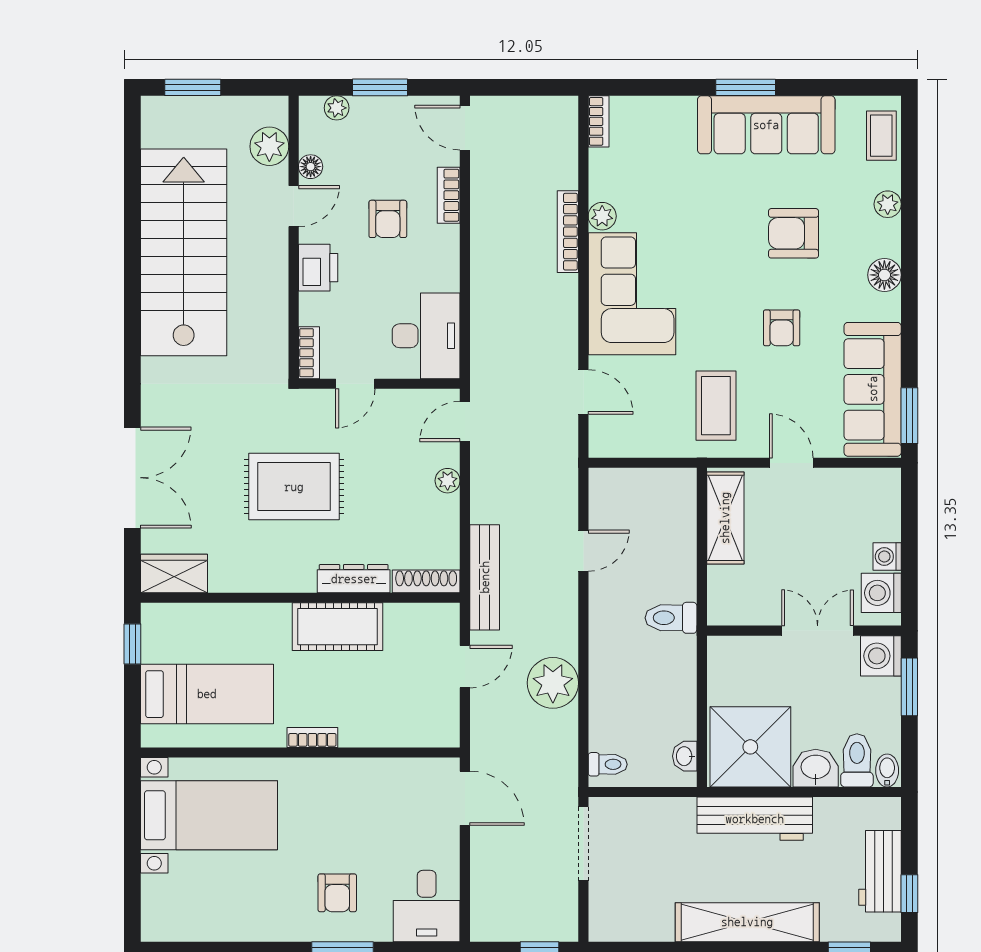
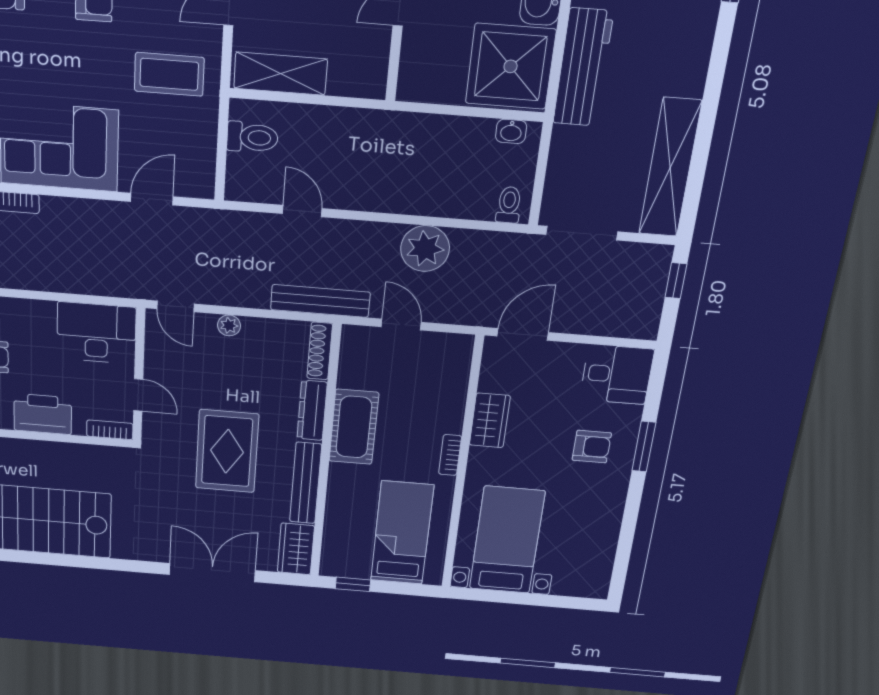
printer: (318, 268) -> (43, 414), width x1.37, depth x1.19
bench: (262, 578) -> (306, 483), added
toilet: (671, 618) -> (252, 137), moved, turned -90
wardrobe: (359, 776) -> (490, 420), added
shelving: (747, 922) -> (670, 168), moved

